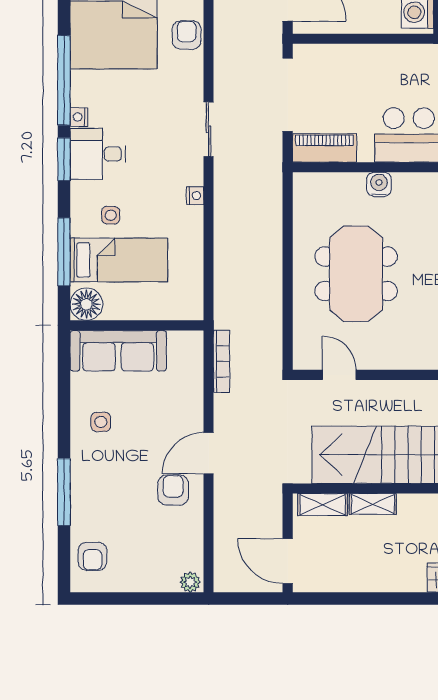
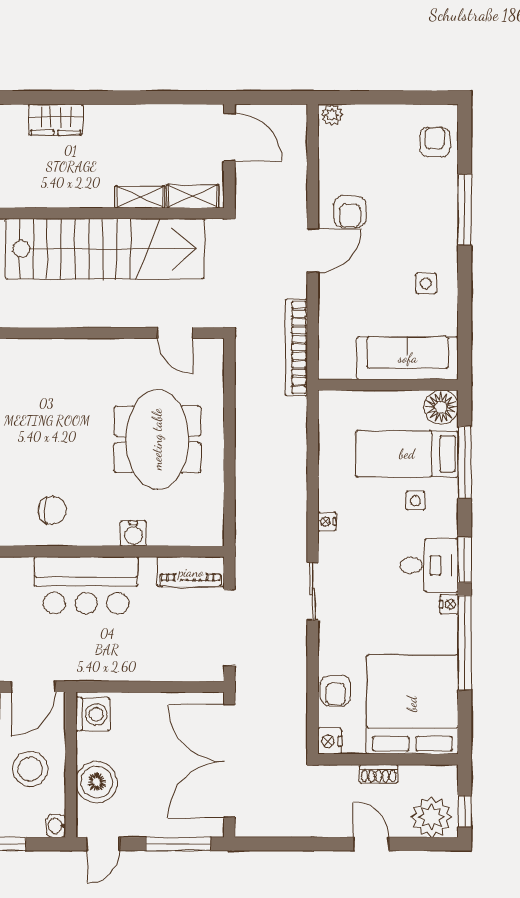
bookcase: (221, 361) -> (296, 347), width x1.48, depth x1.31

